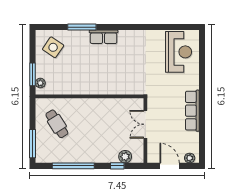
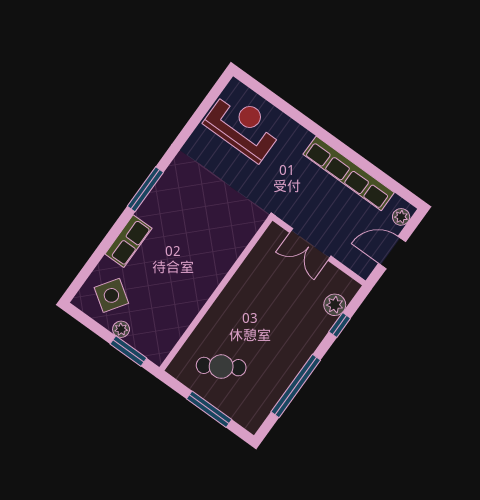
window: (82, 27) -> (145, 189), moved
row of seats: (104, 37) -> (128, 241), moved
plant: (40, 83) -> (121, 329), moved
row of seats: (192, 111) -> (349, 173), width x1.36
window: (32, 144) -> (209, 409), moved

